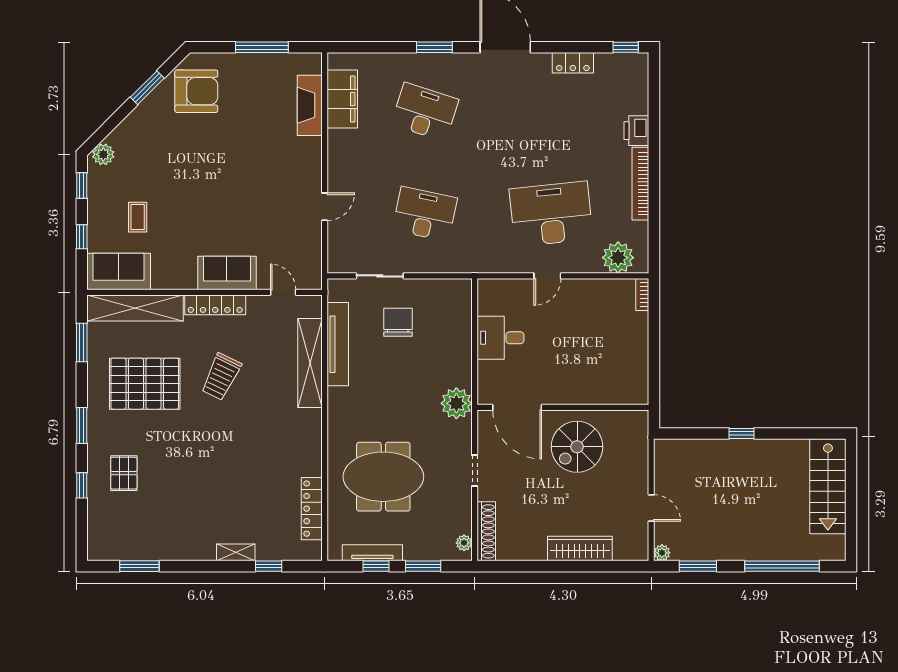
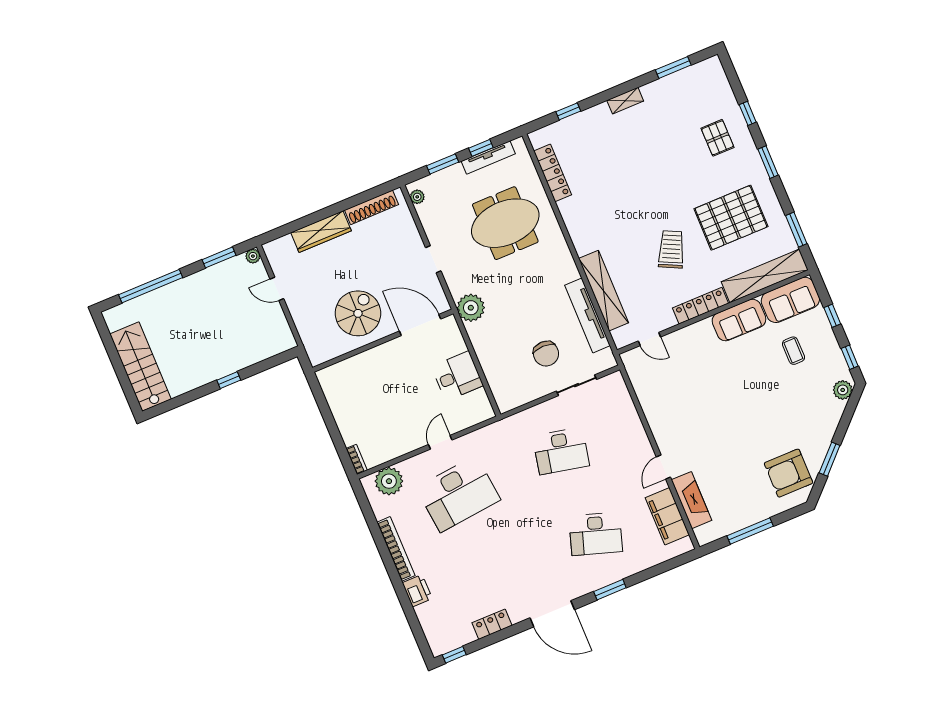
door: (325, 207) -> (663, 467), moved
sofa: (227, 273) -> (739, 320), moved
shoe rack: (486, 531) -> (371, 207), moved, turned -90
shelving: (236, 552) -> (625, 101), moved

